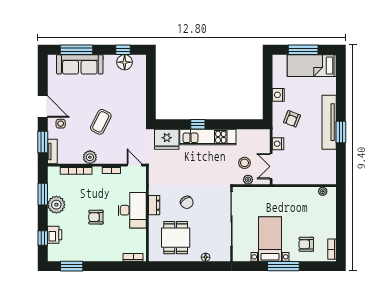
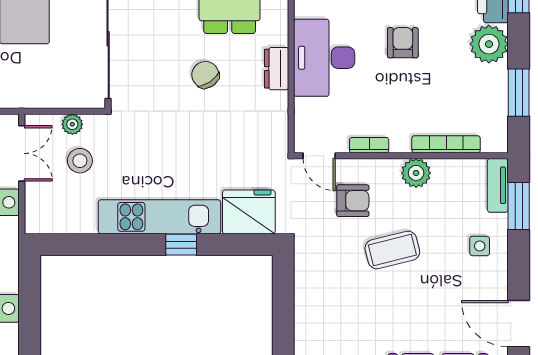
door: (43, 107) -> (519, 324), moved
coffee table: (101, 122) -> (392, 250), turned 49
armchair: (119, 144) -> (353, 201), added
plant: (56, 205) -> (489, 44), moved
armchair: (96, 217) -> (403, 43), turned -90

